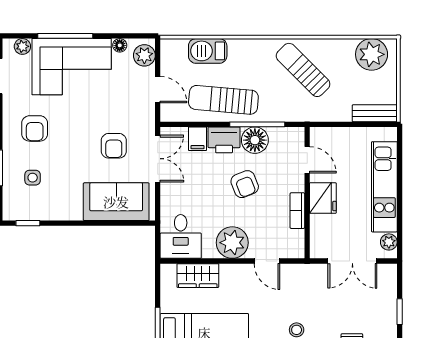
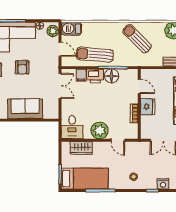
barbecue: (208, 51) -> (71, 29), moved
armchair: (114, 146) -> (22, 67), moved
armchair: (245, 184) -> (106, 99), removed
sofa: (116, 202) -> (25, 109), moved

